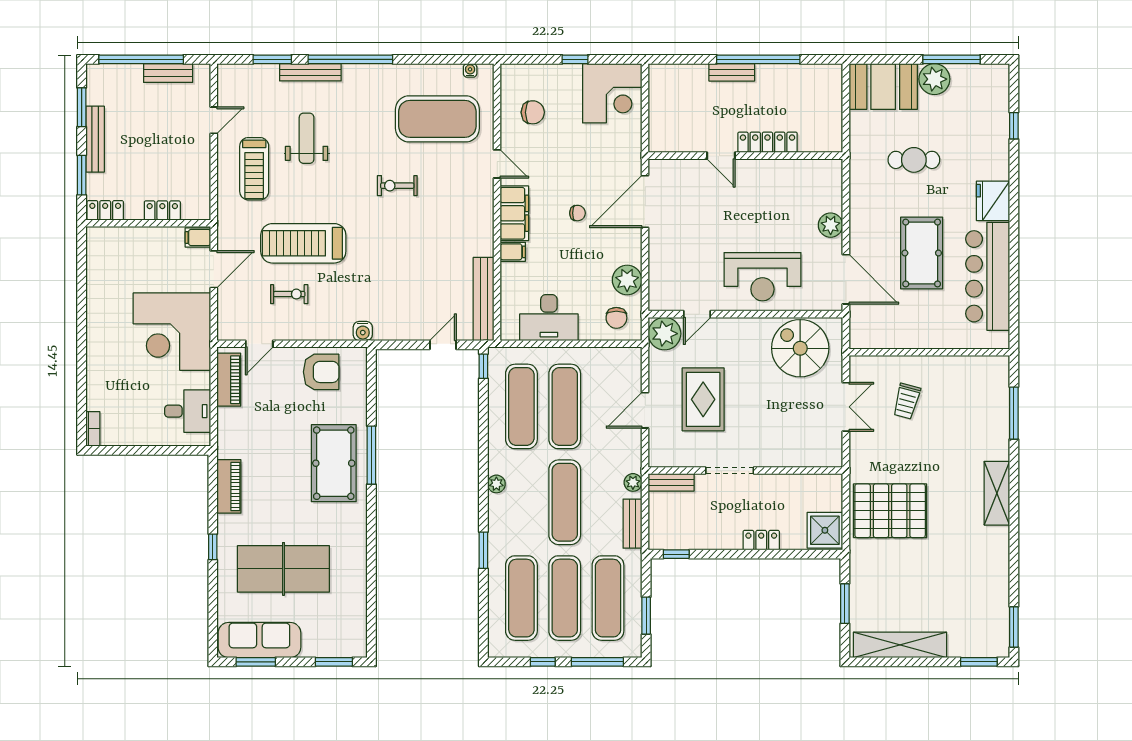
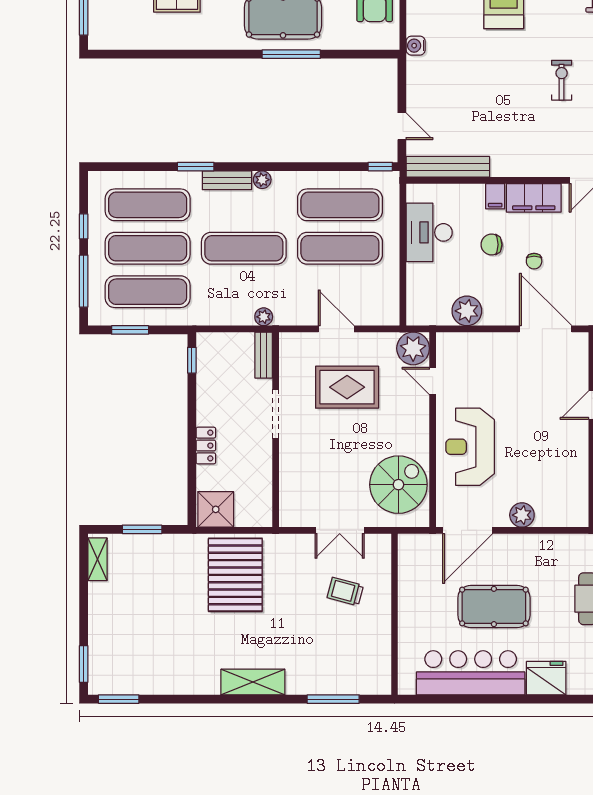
chair: (616, 318) -> (492, 245), moved
bench: (632, 524) -> (227, 180), moved
shelving: (900, 645) -> (97, 559), width x0.45, depth x0.75

